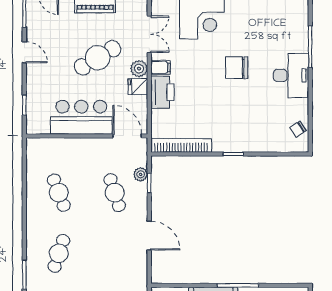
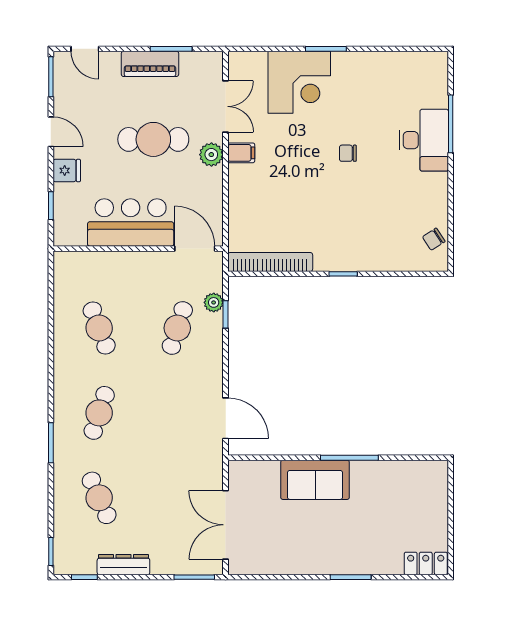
cafe table: (98, 58) -> (153, 139), turned 31
chair: (237, 68) -> (348, 153), width x0.54, depth x0.54
desk: (291, 75) -> (424, 140), moved
fridge: (138, 87) -> (67, 171), moved, turned 180
printer: (162, 92) -> (244, 188), removed
cafe table: (115, 193) -> (177, 328), turned 36
door: (149, 236) -> (226, 418), moved

